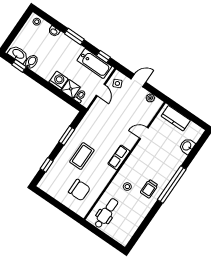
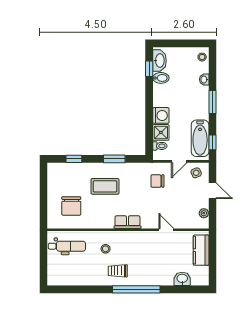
chair: (104, 115) -> (157, 181), added

